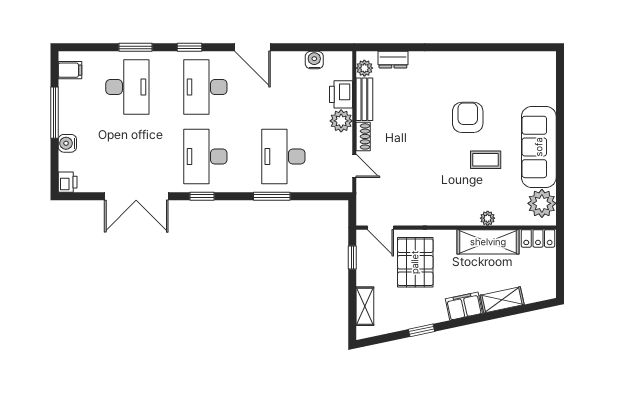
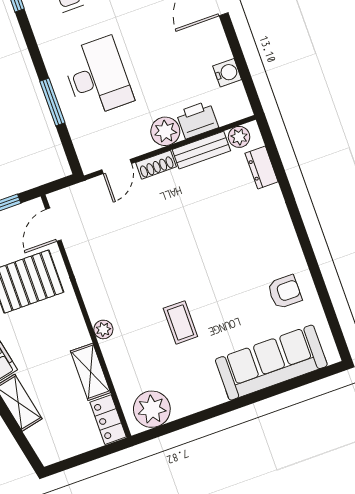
armchair: (468, 117) -> (285, 292), moved, width x0.72, depth x0.72
sofa: (539, 147) -> (271, 363), moved
desk: (283, 157) -> (97, 77), turned 90
window: (272, 196) -> (52, 102), moved
plant: (488, 218) -> (103, 329), moved
shelving: (488, 242) -> (91, 372), width x0.67, depth x0.75

